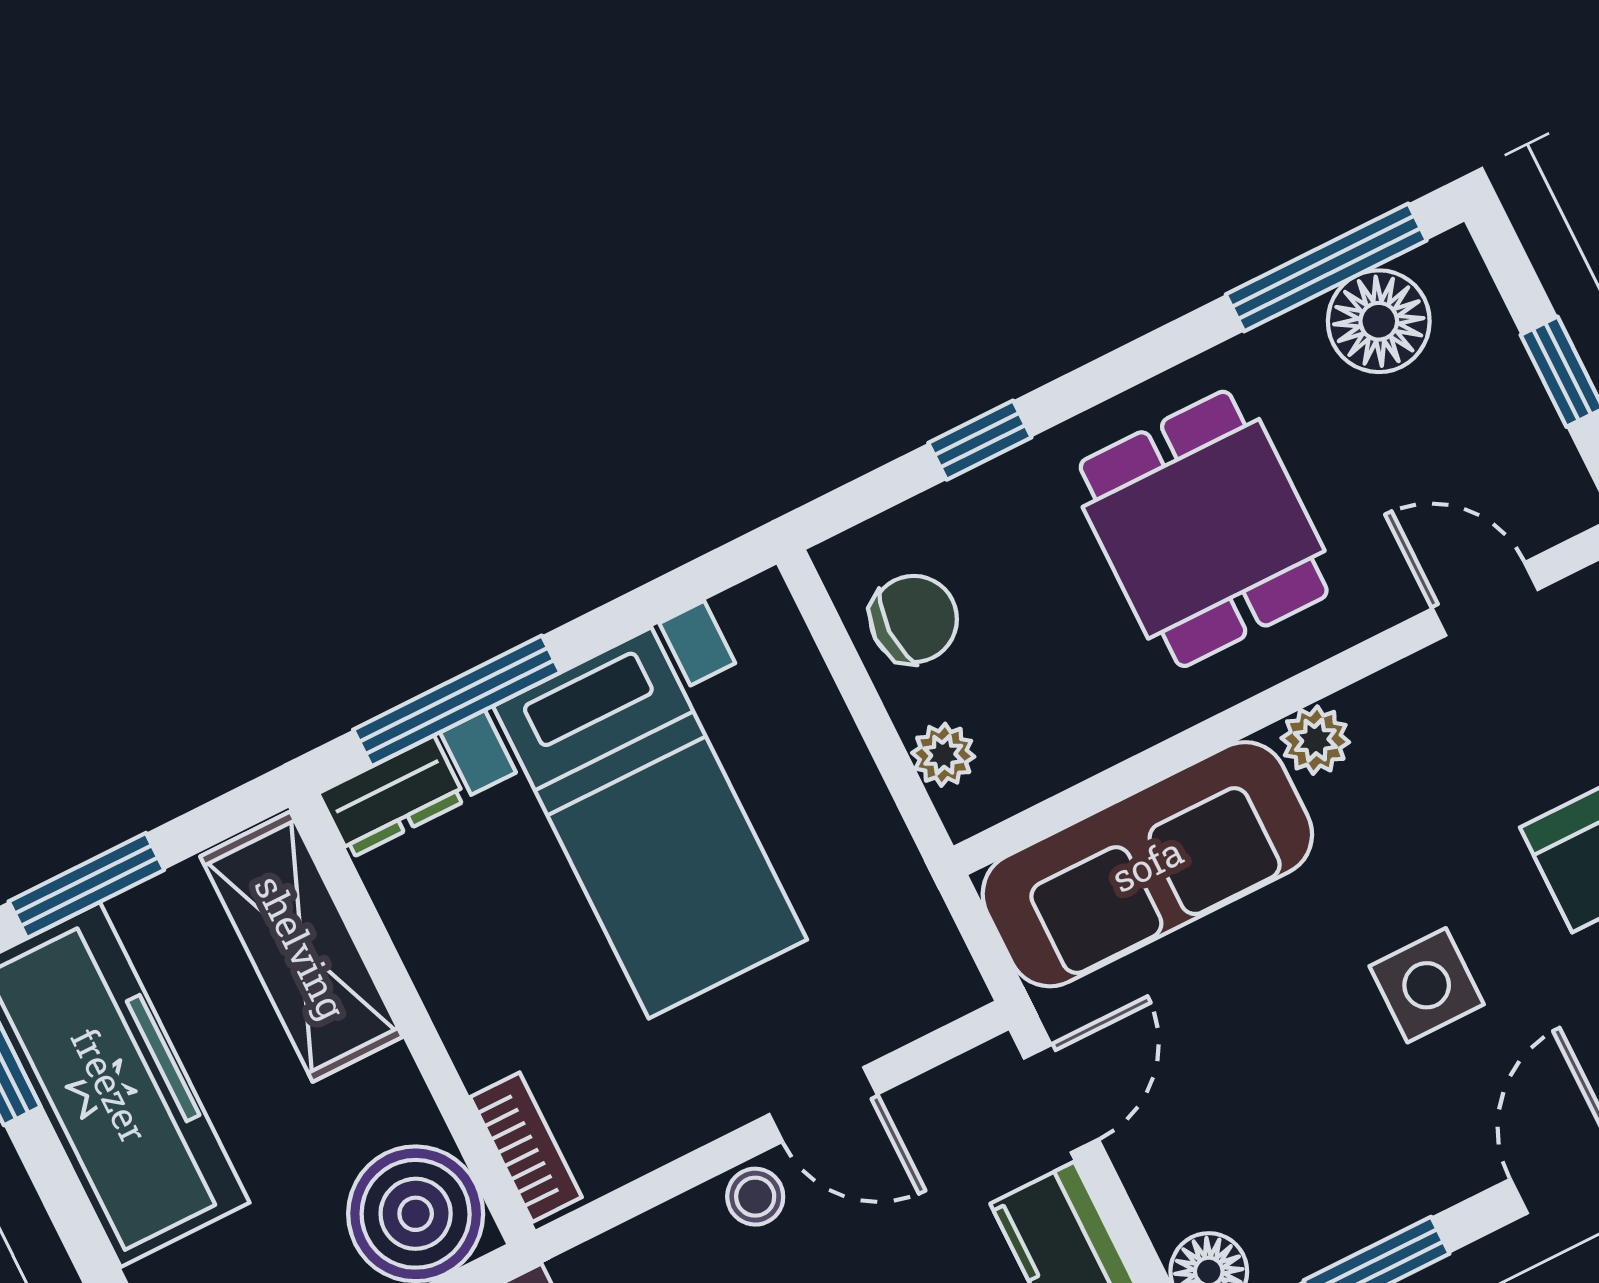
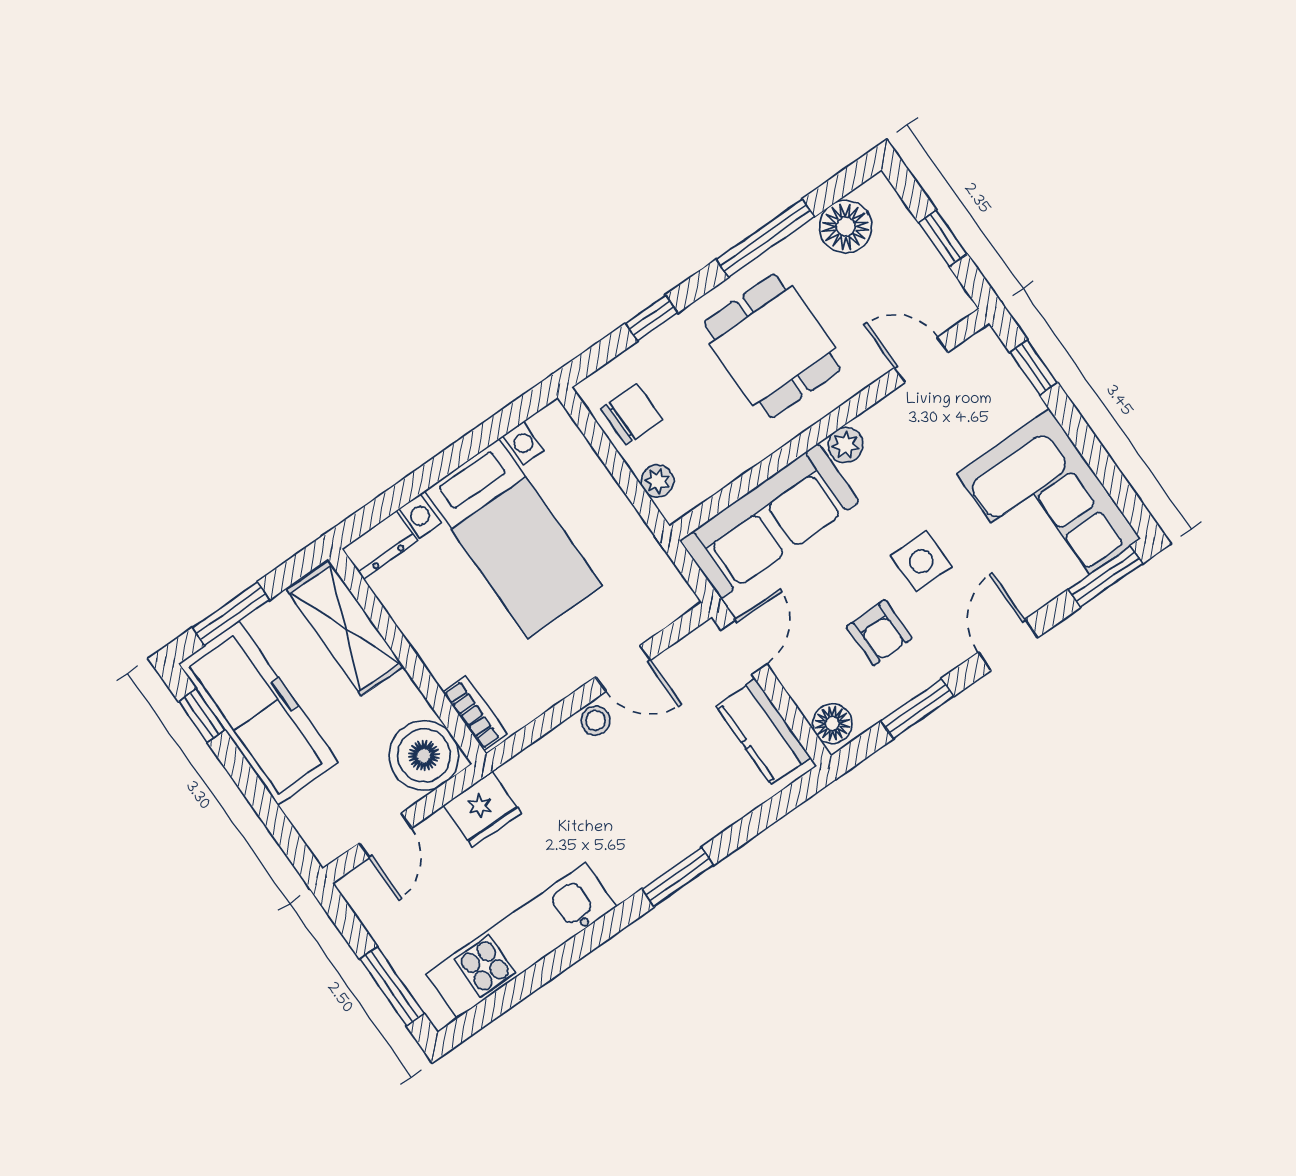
window: (1326, 267) -> (765, 238), moved
window: (457, 701) -> (405, 491), removed
armchair: (1325, 1110) -> (879, 633), added

